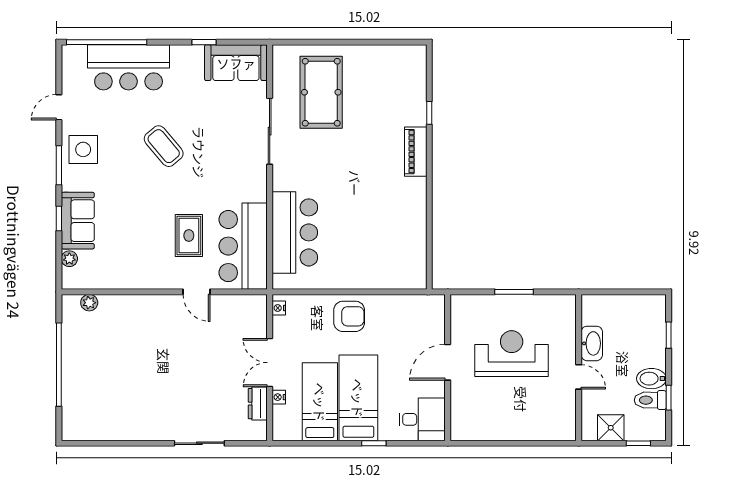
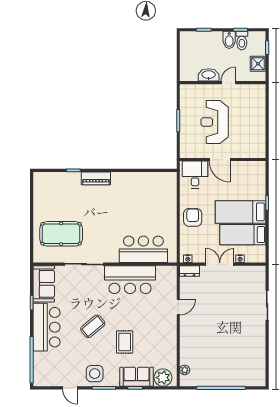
bar counter: (129, 67) -> (46, 327), moved
rug: (189, 236) -> (125, 342), moved, turned 90
bar counter: (243, 246) -> (130, 280), moved
plant: (69, 259) -> (163, 378), width x1.88, depth x1.88
double door: (270, 363) -> (220, 264), swing flipped
dresser: (258, 404) -> (189, 271), moved
desk: (422, 419) -> (195, 175), moved

